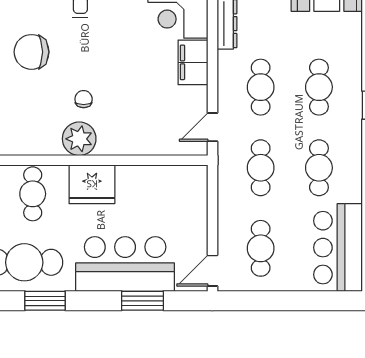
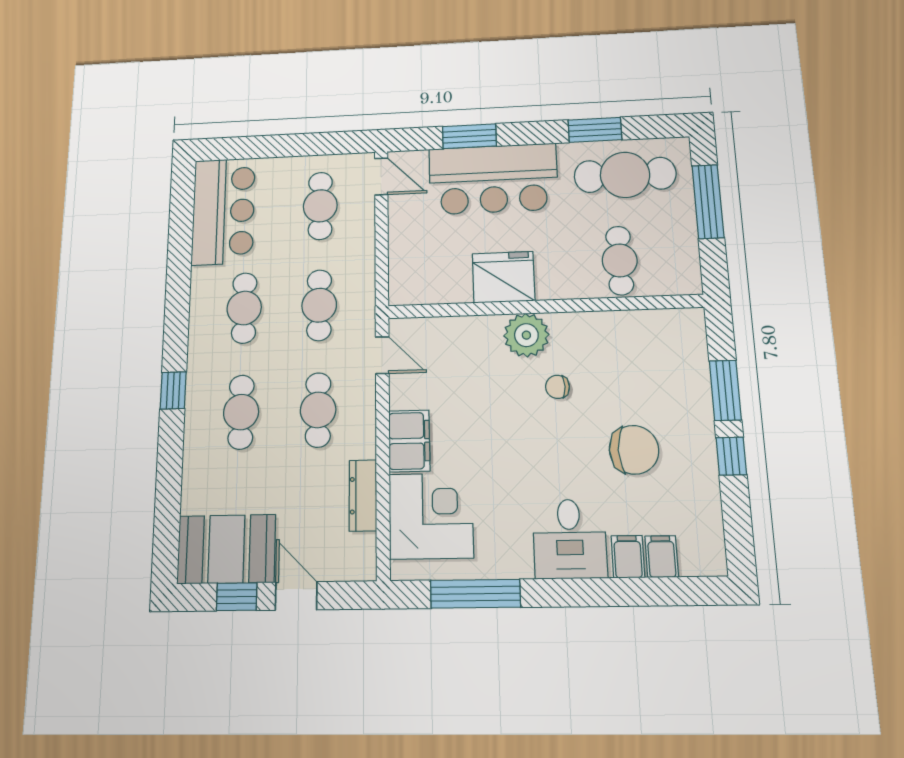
chair: (84, 99) -> (557, 387), turned 90
door: (212, 127) -> (382, 355), hinge flipped
plant: (79, 139) -> (526, 335), moved
fridge: (92, 184) -> (504, 277), moved
door: (212, 271) -> (381, 176), hinge flipped

